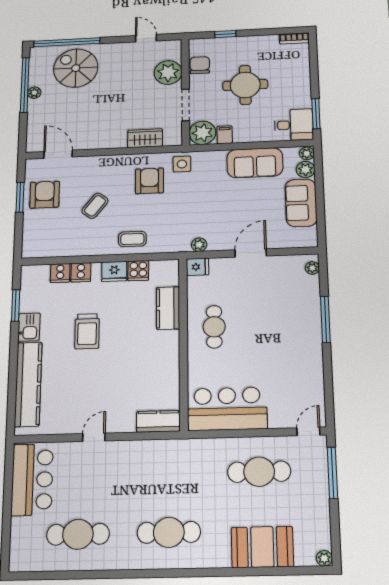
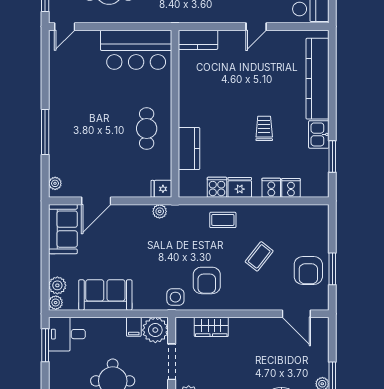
sofa: (301, 203) -> (63, 229), moved
door: (251, 253) -> (96, 201), moved
trolley: (87, 331) -> (264, 128), width x0.73, depth x0.72

